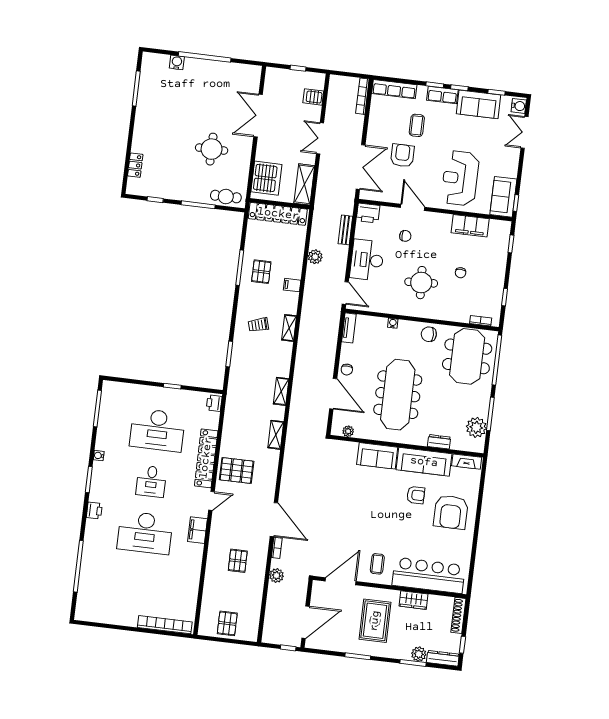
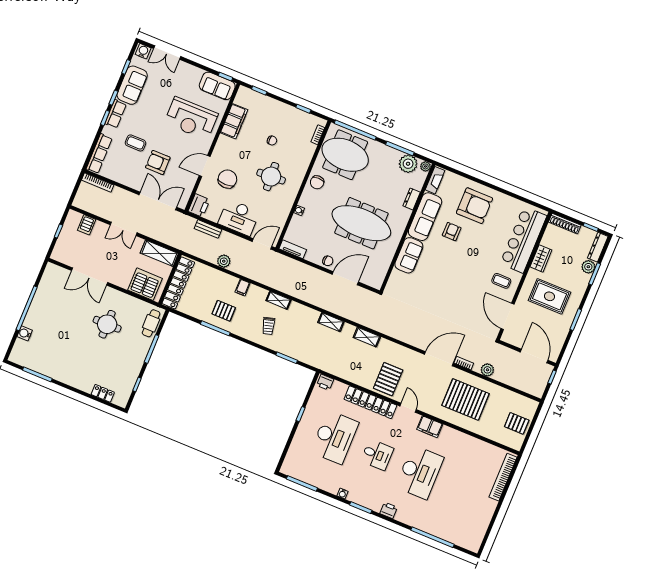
chair: (405, 236) -> (227, 179), width x1.87, depth x1.87
plant: (348, 431) -> (425, 166), moved
pallet: (238, 561) -> (466, 399), width x2.05, depth x2.00

